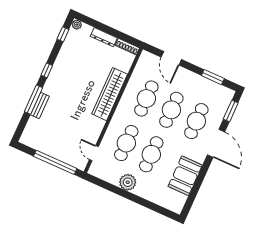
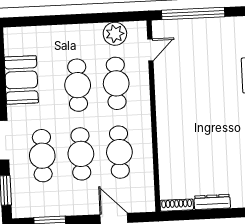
wardrobe: (110, 94) -> (168, 134), removed
door: (94, 153) -> (150, 50), hinge flipped
plant: (128, 182) -> (115, 34), moved

